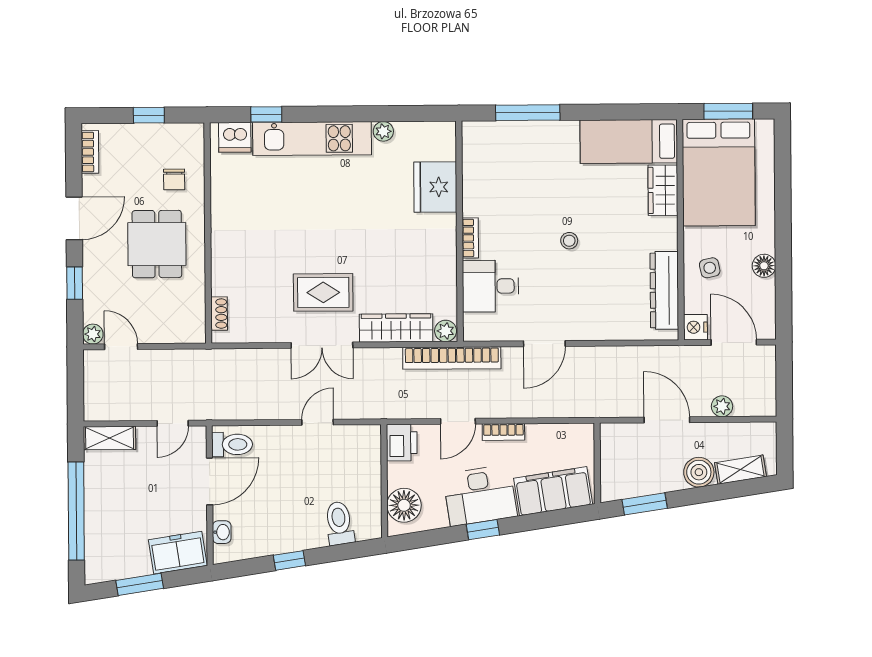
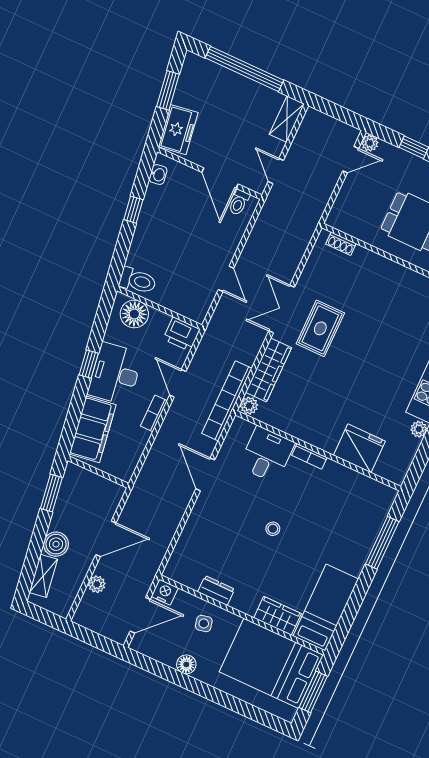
dresser: (664, 290) -> (216, 591), width x0.51, depth x0.80
toilet: (232, 444) -> (239, 202), width x0.73, depth x0.72
toilet: (339, 523) -> (138, 281), moved
washbasin: (222, 532) -> (158, 175), moved, turned -99

